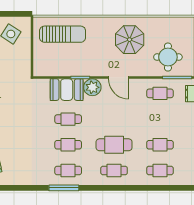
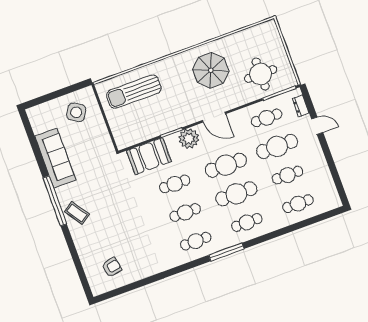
sun lounger: (63, 34) -> (134, 92), turned 180
booth: (67, 90) -> (149, 156), moved
cafe table: (114, 119) -> (226, 165), added
cafe table: (160, 119) -> (277, 146), added
window: (64, 188) -> (226, 252), moved

